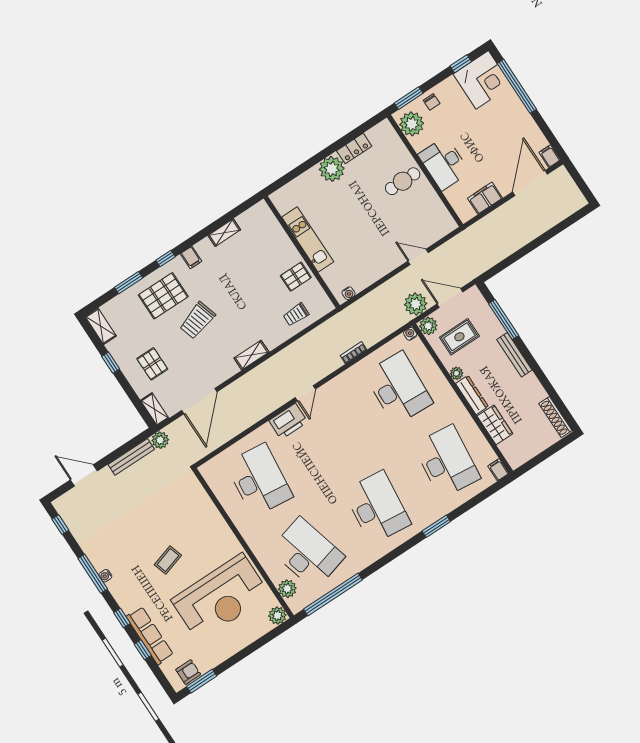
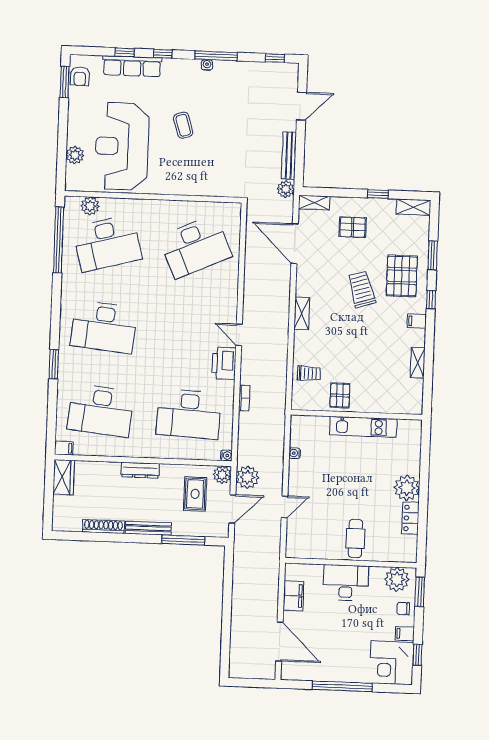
window: (517, 86) -> (342, 686), moved
filing cabinet: (550, 156) -> (405, 634), moved, turned 180
water cooler: (349, 293) -> (295, 453), moved
trolley: (296, 315) -> (309, 373), turned 90
plant: (457, 373) -> (167, 470), removed
shoe rack: (555, 417) -> (103, 527), moved
printer: (288, 421) -> (224, 363), moved
wardrobe: (495, 425) -> (64, 477), moved, turned -90
desk: (259, 480) -> (195, 247), turned -30
plant: (277, 616) -> (75, 155), moved

